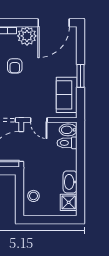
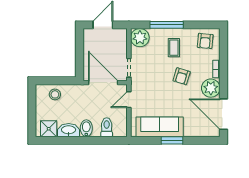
armchair: (15, 66) -> (182, 76), turned -73
sofa: (67, 95) -> (160, 127), width x1.36
bidet: (68, 130) -> (86, 128), moved

